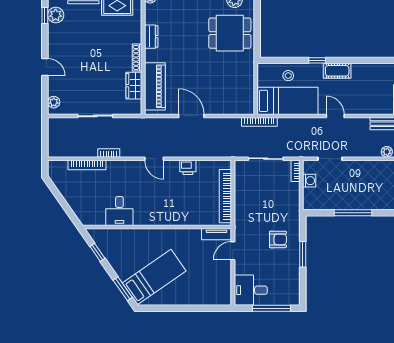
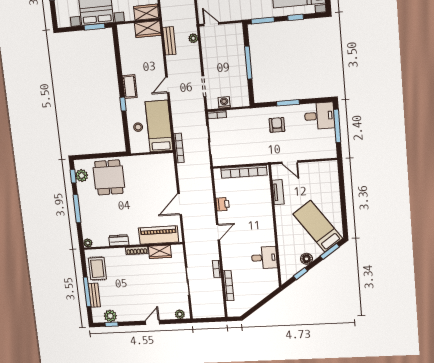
tv unit: (217, 234) -> (278, 192), moved
floor lamp: (115, 261) -> (306, 259), added
desk: (251, 290) -> (319, 116), moved, turned -90

